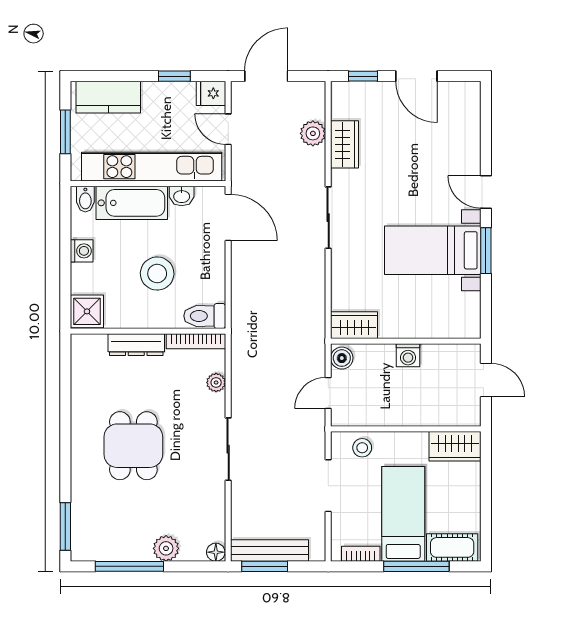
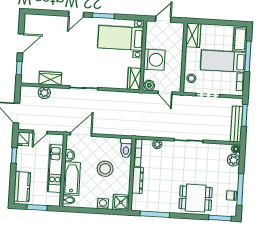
kitchen unit: (152, 167) -> (55, 168), width x0.73
bed with nightstands: (433, 250) -> (121, 38), moved, turned 90
washing machine: (82, 251) -> (103, 204), moved
washing machine: (408, 355) -> (154, 60), width x1.89, depth x1.89
window: (65, 386) -> (155, 214), added
dining table: (133, 446) -> (196, 198), moved
chair: (115, 548) -> (231, 196), added
plant: (166, 548) -> (234, 160), moved
window: (265, 566) -> (244, 115), moved

